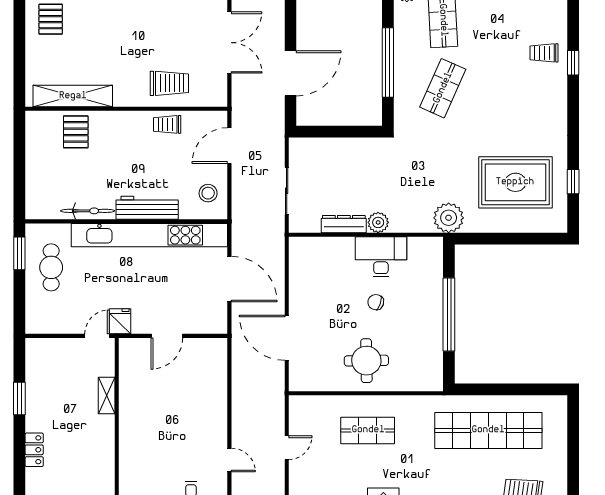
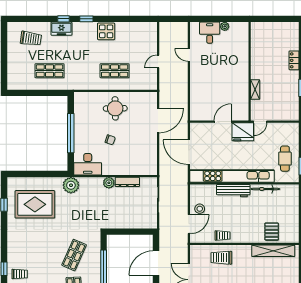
stool: (208, 193) -> (200, 209), moved
desk: (381, 257) -> (88, 164), moved
fridge: (120, 321) -> (243, 132), width x1.88, depth x1.34
door: (287, 338) -> (158, 121), hinge flipped
shop shelf: (488, 430) -> (50, 71), width x0.50, depth x0.74

